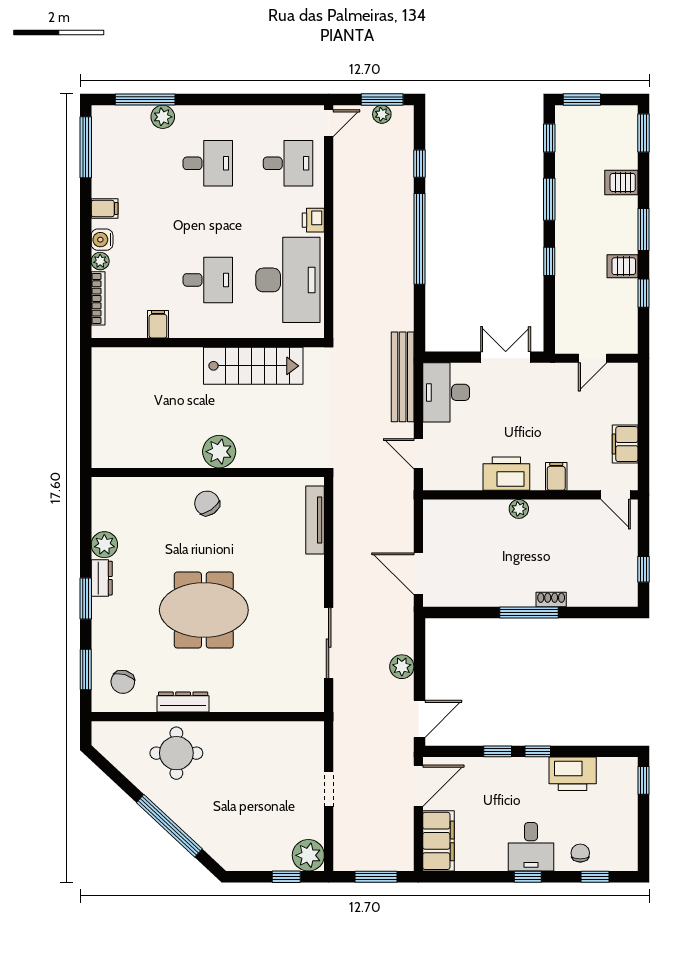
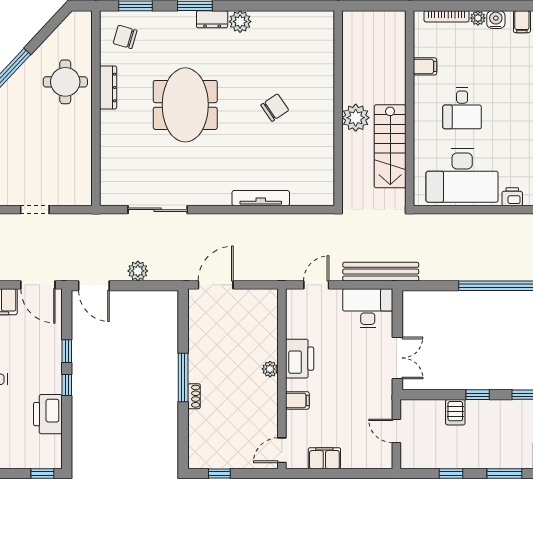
server rack: (623, 266) -> (455, 412), moved, turned 180
plant: (219, 452) -> (356, 118), moved
wall: (208, 472) -> (338, 108), moved

